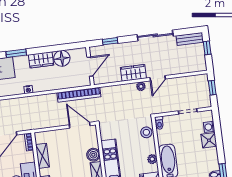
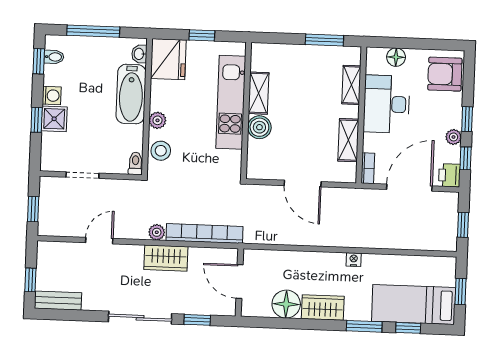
sliding door: (155, 35) -> (140, 318), moved
door: (90, 67) -> (240, 281), hinge flipped
door: (158, 78) -> (99, 241), moved
bookcase: (79, 95) -> (204, 234), moved
door: (80, 125) -> (303, 184), moved
washing machine: (209, 127) -> (52, 96), moved
window: (219, 138) -> (37, 120), added
plant: (152, 159) -> (157, 120), moved

